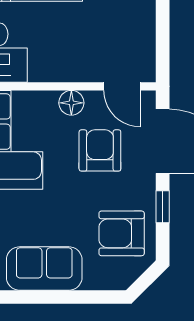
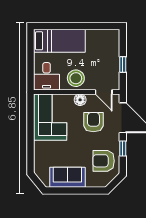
window: (163, 27) -> (123, 65), added
stool: (62, 57) -> (76, 78), added

